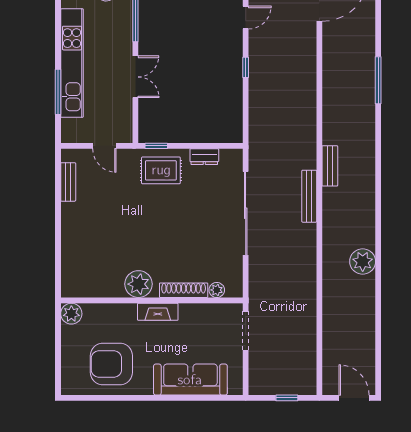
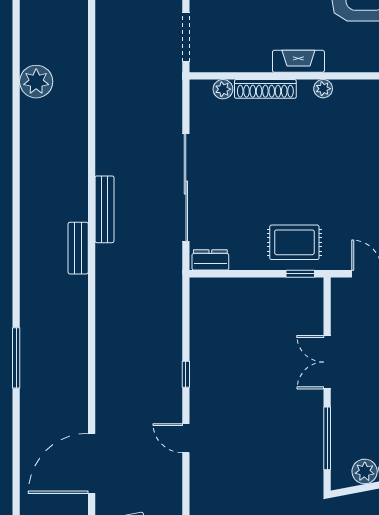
door: (246, 17) -> (186, 438), hinge flipped
dresser: (204, 157) -> (210, 260), moved
plant: (363, 262) -> (36, 82), moved
plant: (139, 284) -> (323, 89), width x0.53, depth x0.53

